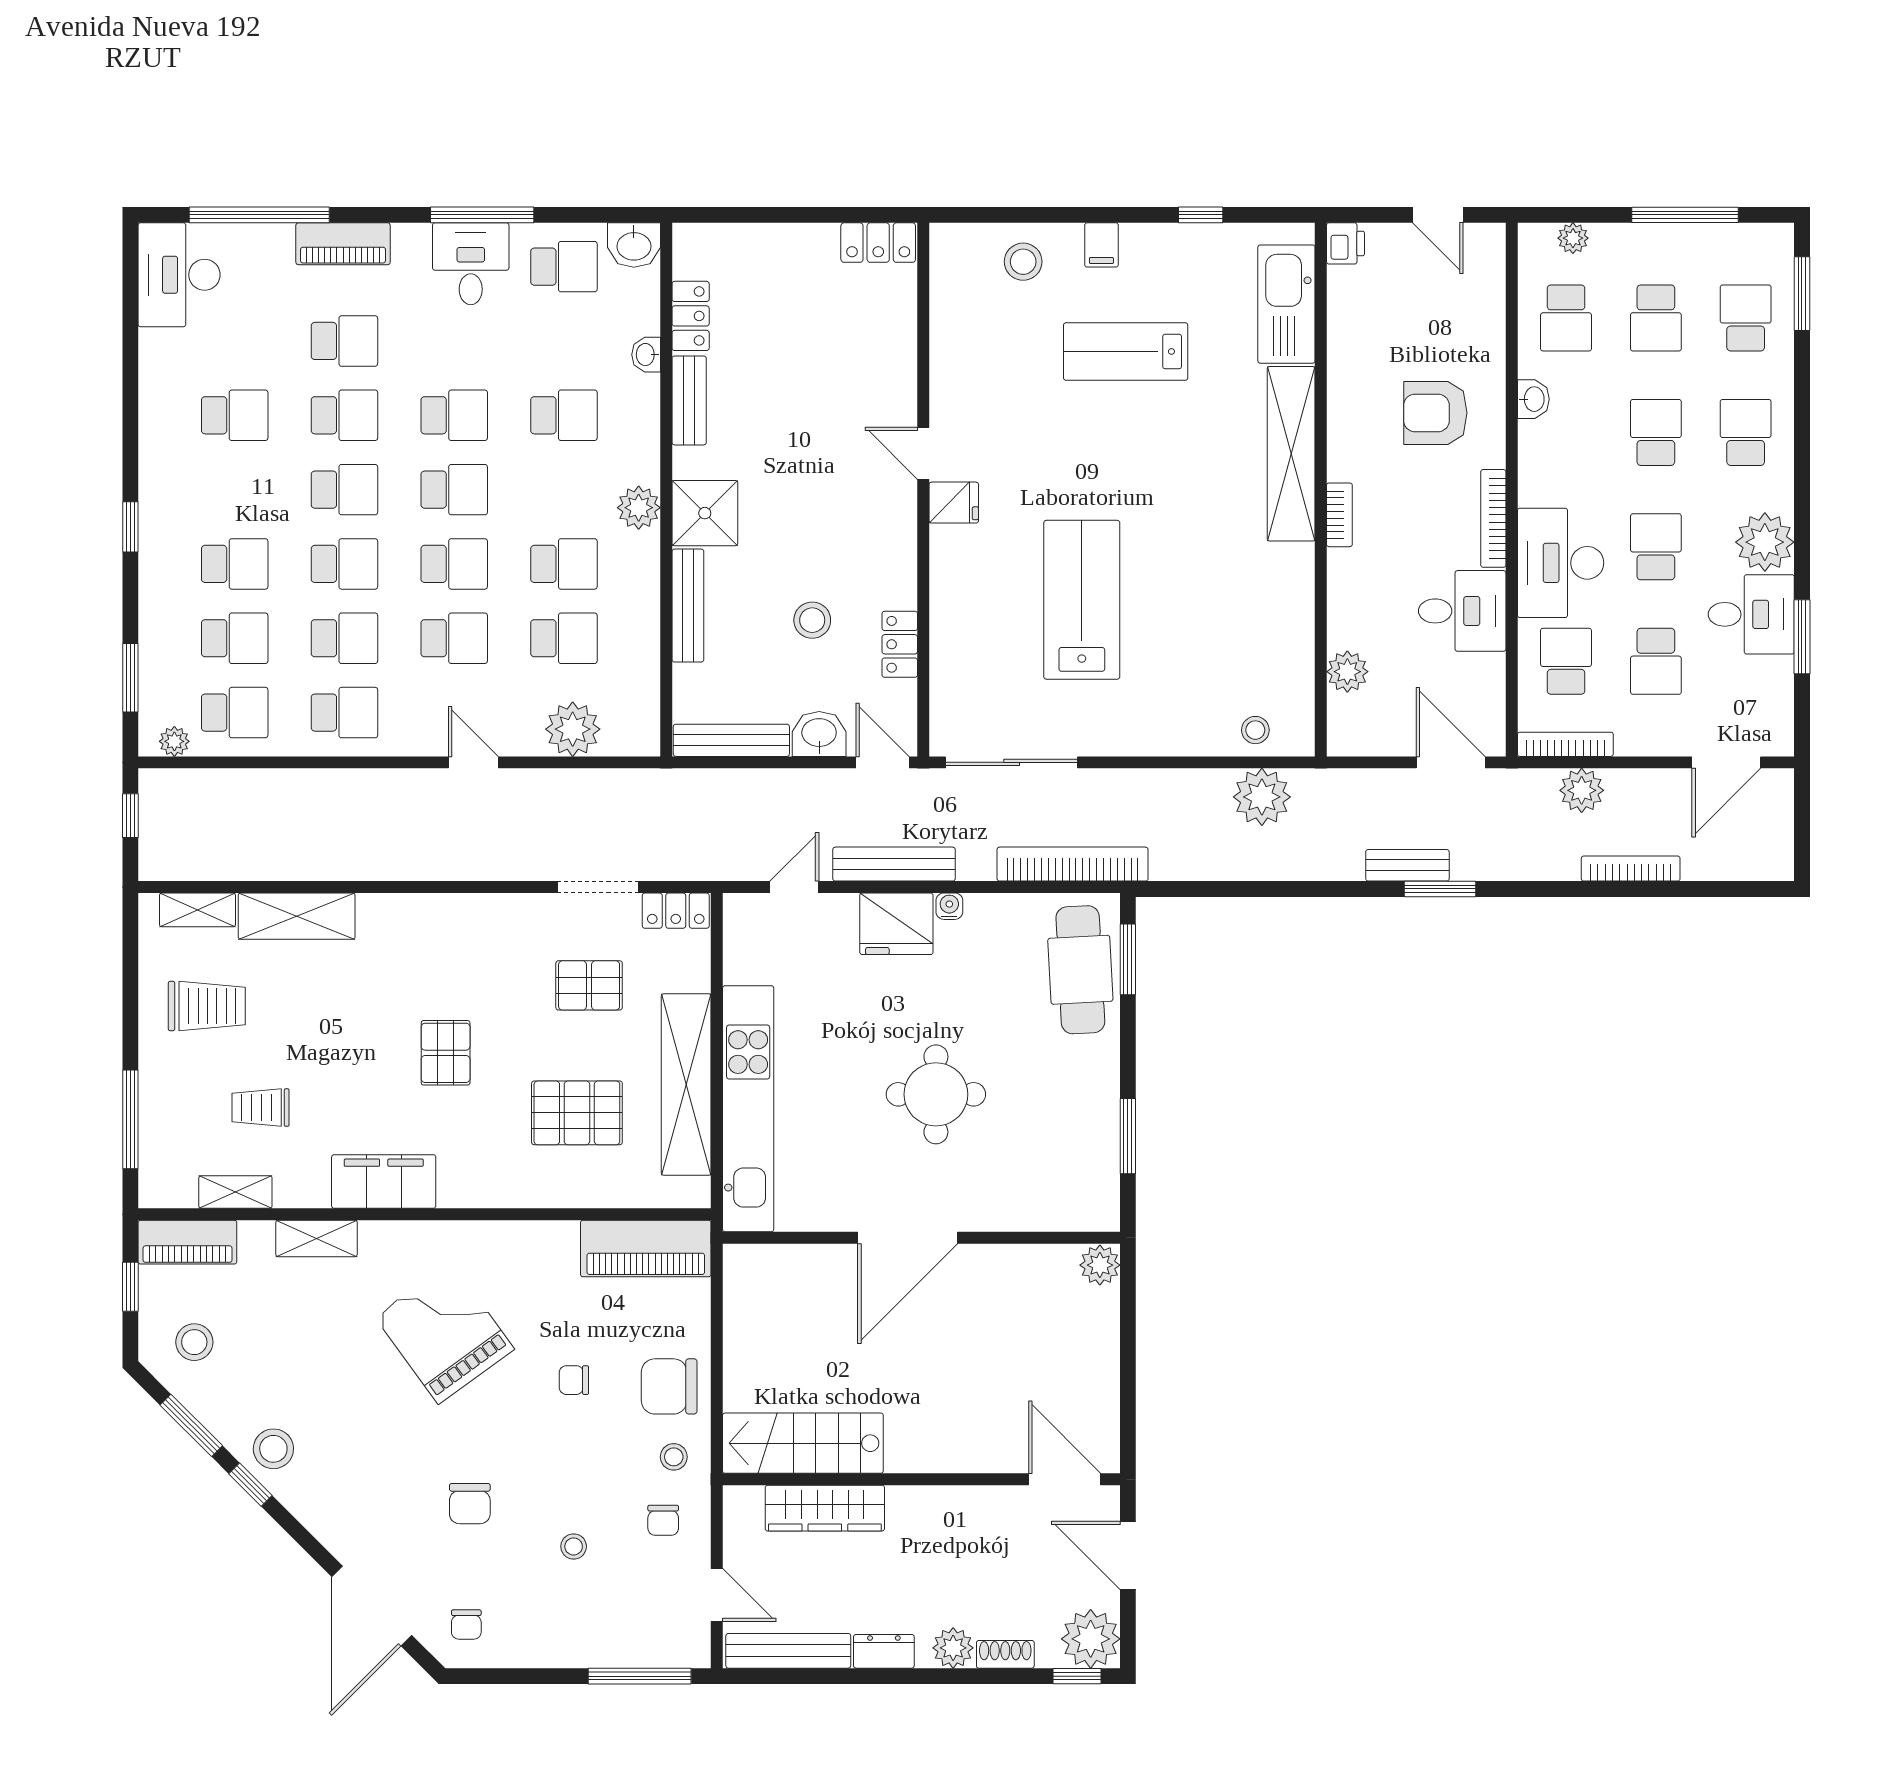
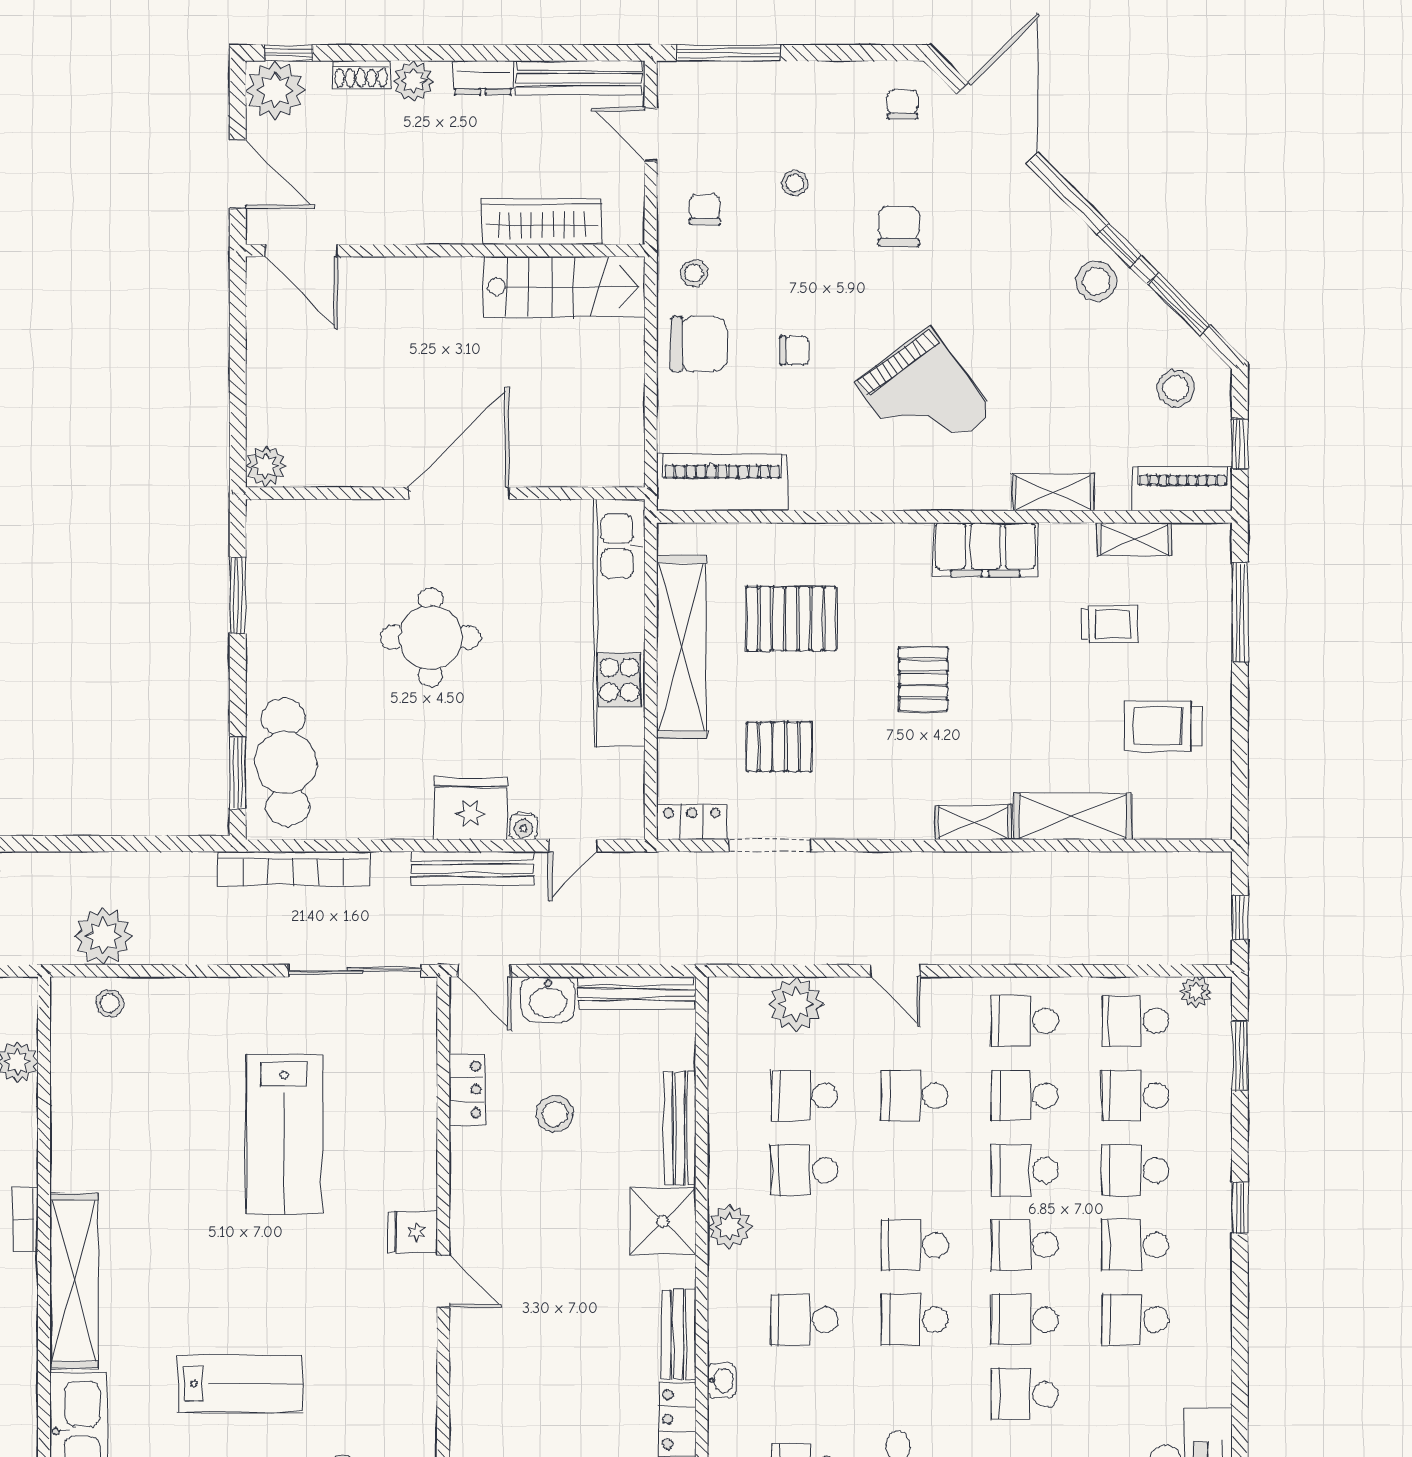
school desk: (454, 564) -> (1135, 1245), moved
water cooler: (949, 906) -> (524, 826), moved
shelving: (197, 910) -> (973, 823), moved

